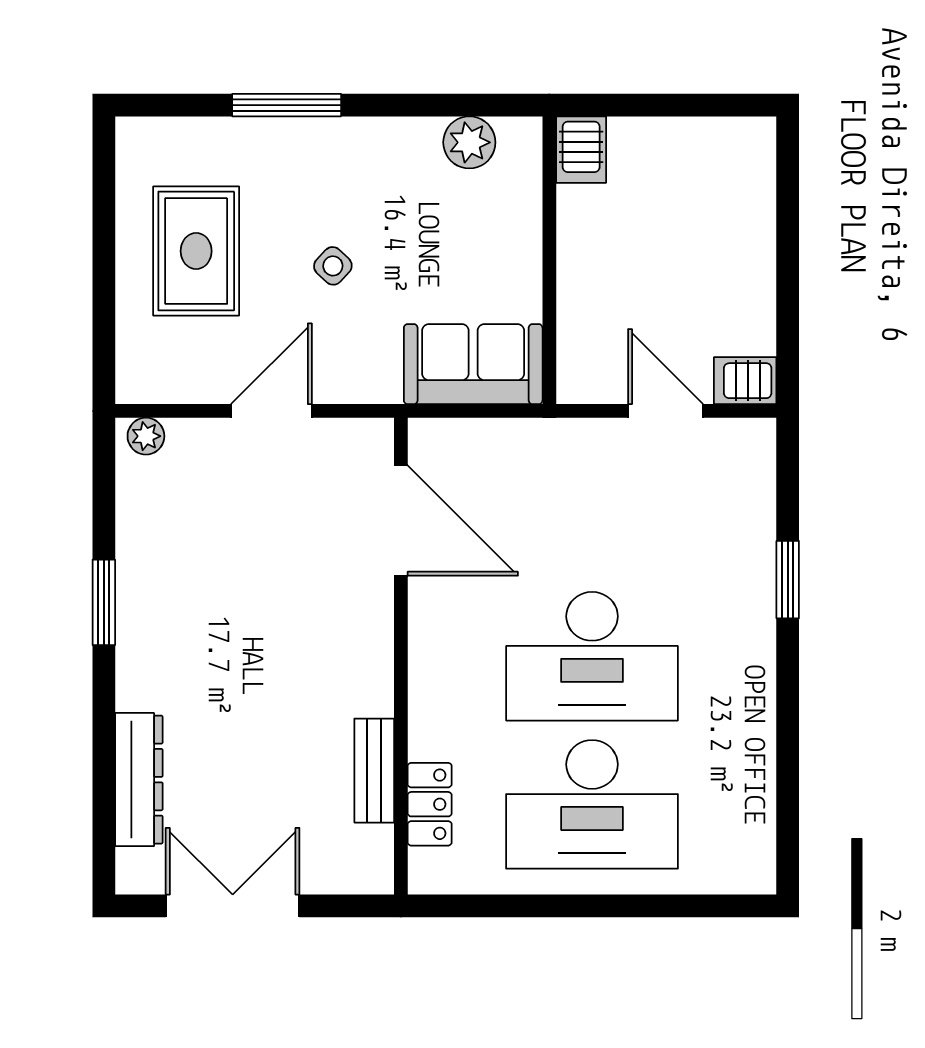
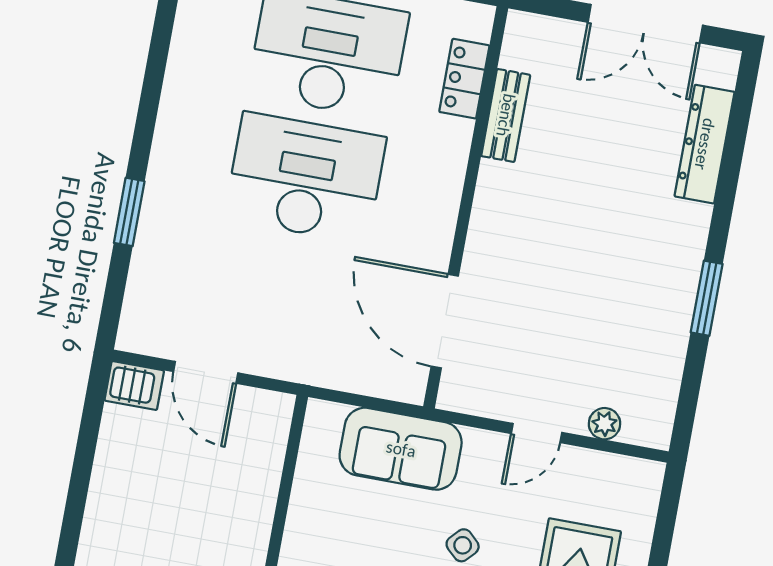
sofa: (473, 364) -> (401, 449), moved
door: (271, 411) -> (537, 433), width x0.73
plant: (146, 436) -> (604, 424), moved

